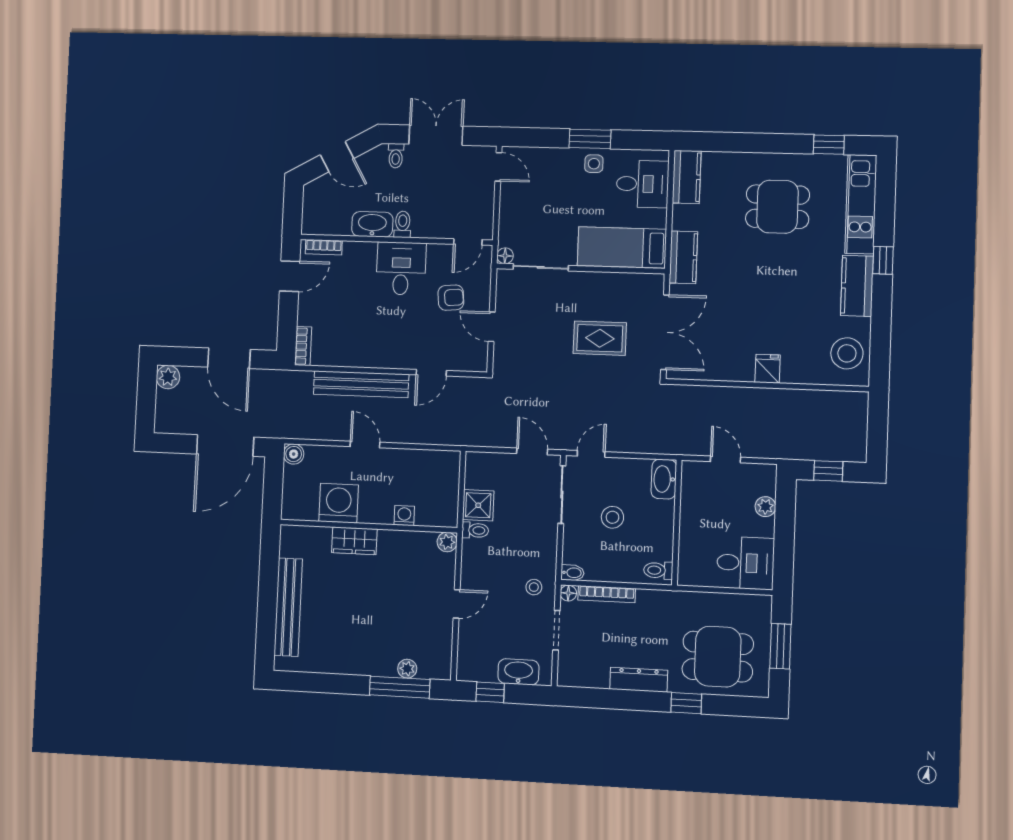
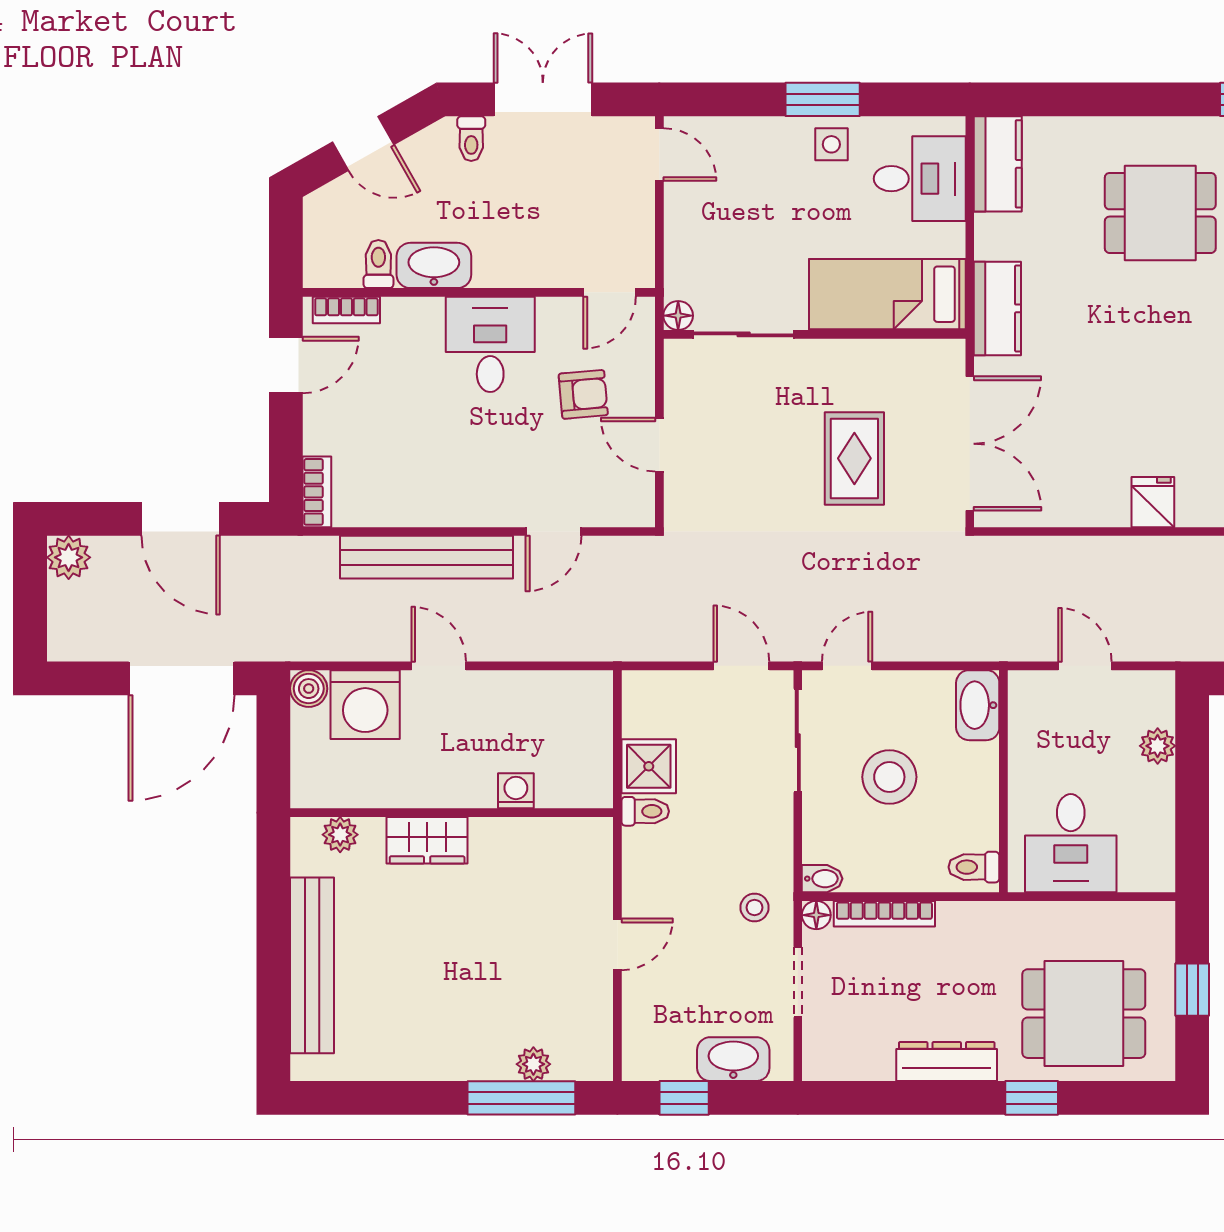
toilet: (403, 224) -> (378, 264), moved
rug: (600, 338) -> (854, 458), turned 90
washing machine: (339, 503) -> (365, 705), moved, turned 180
stool: (612, 517) -> (889, 777), width x1.38, depth x1.38
plant: (447, 542) -> (340, 835), moved
desk: (745, 563) -> (1071, 843), moved, turned 90
window: (780, 646) -> (1192, 990), width x0.67

